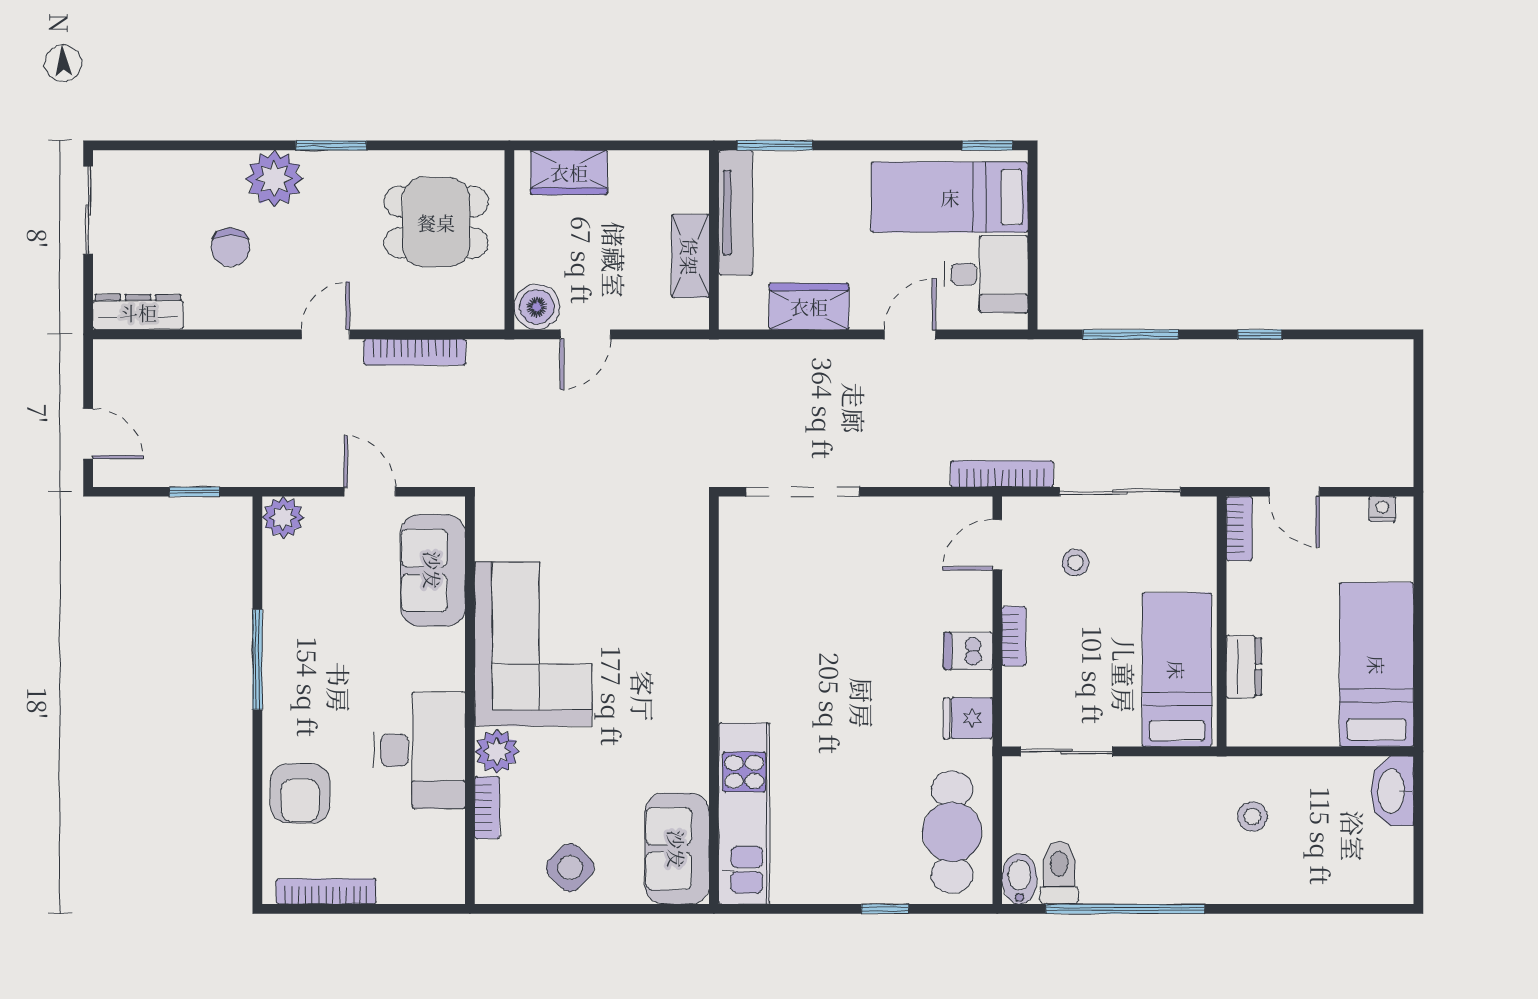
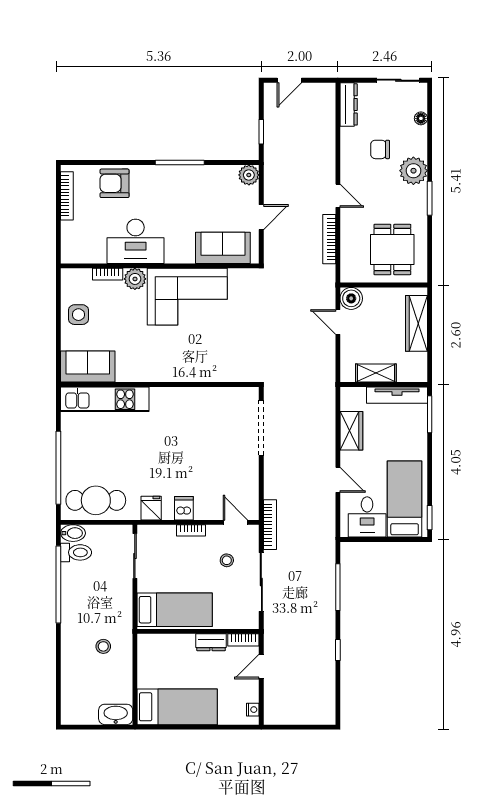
floor lamp: (167, 163) -> (421, 118), added
wardrobe: (569, 172) -> (417, 323), width x1.50
dresser: (1244, 667) -> (211, 642), moved
side table: (570, 868) -> (78, 315), turned 45
window: (885, 909) -> (58, 468), width x3.17

